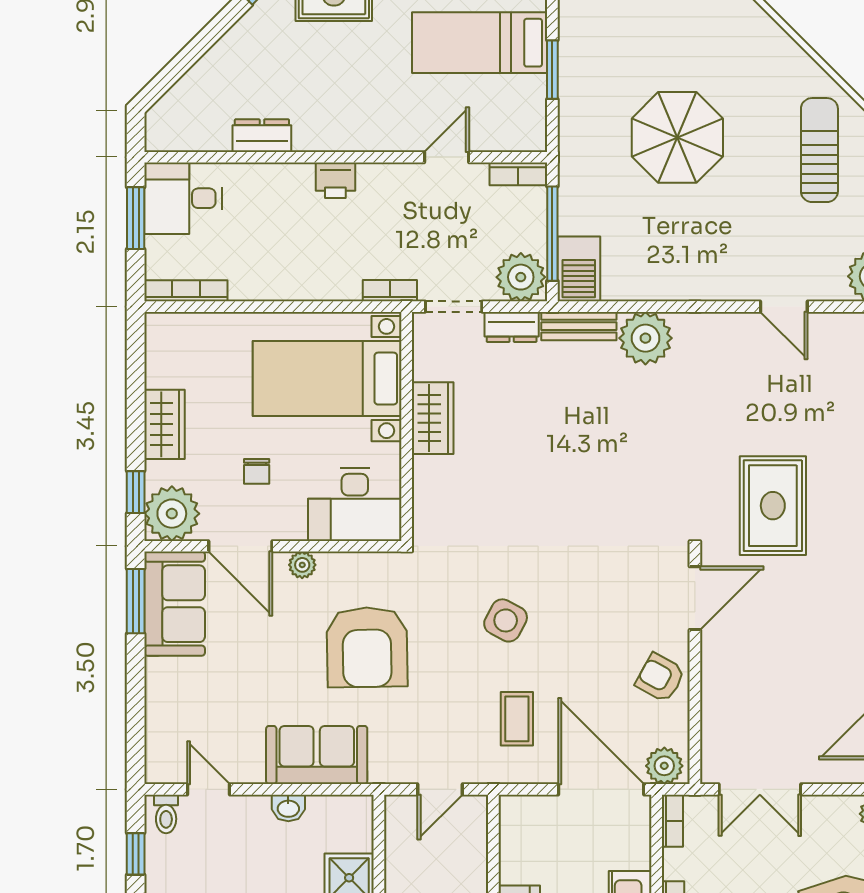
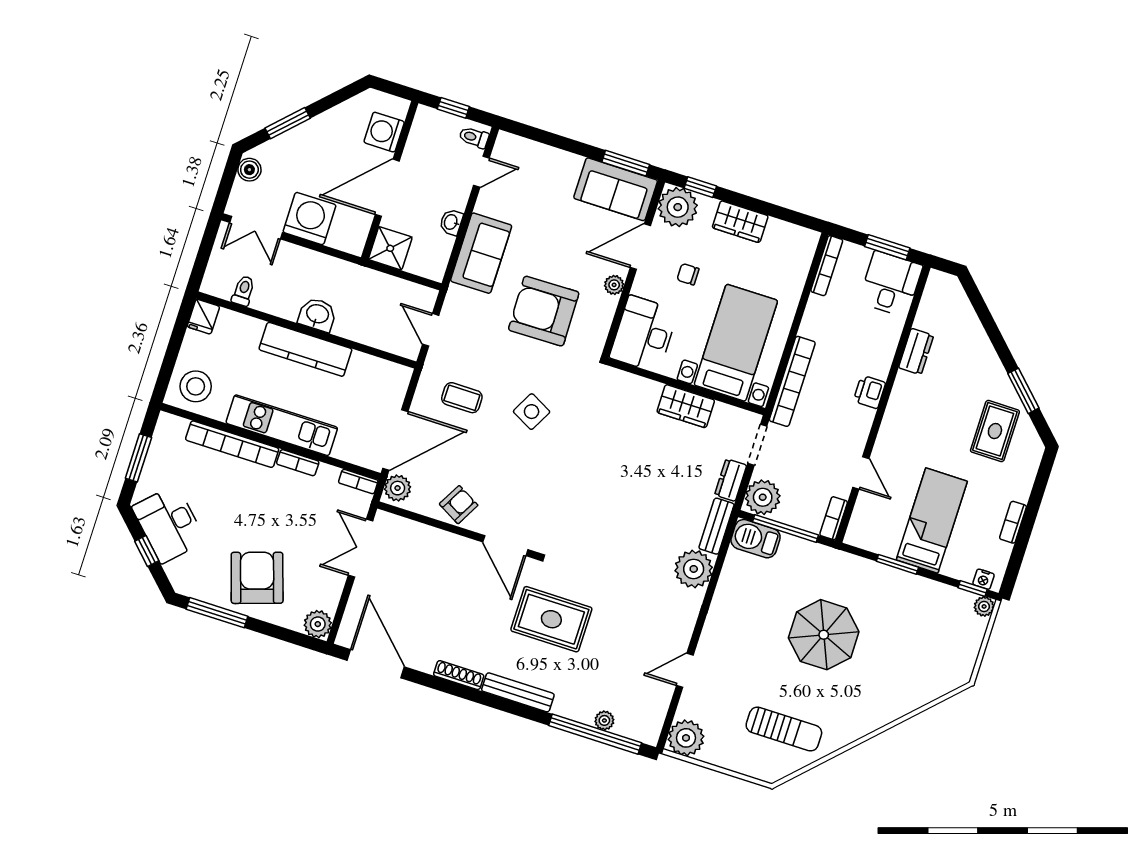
bookcase: (390, 291) -> (792, 381), width x2.31, depth x1.31

